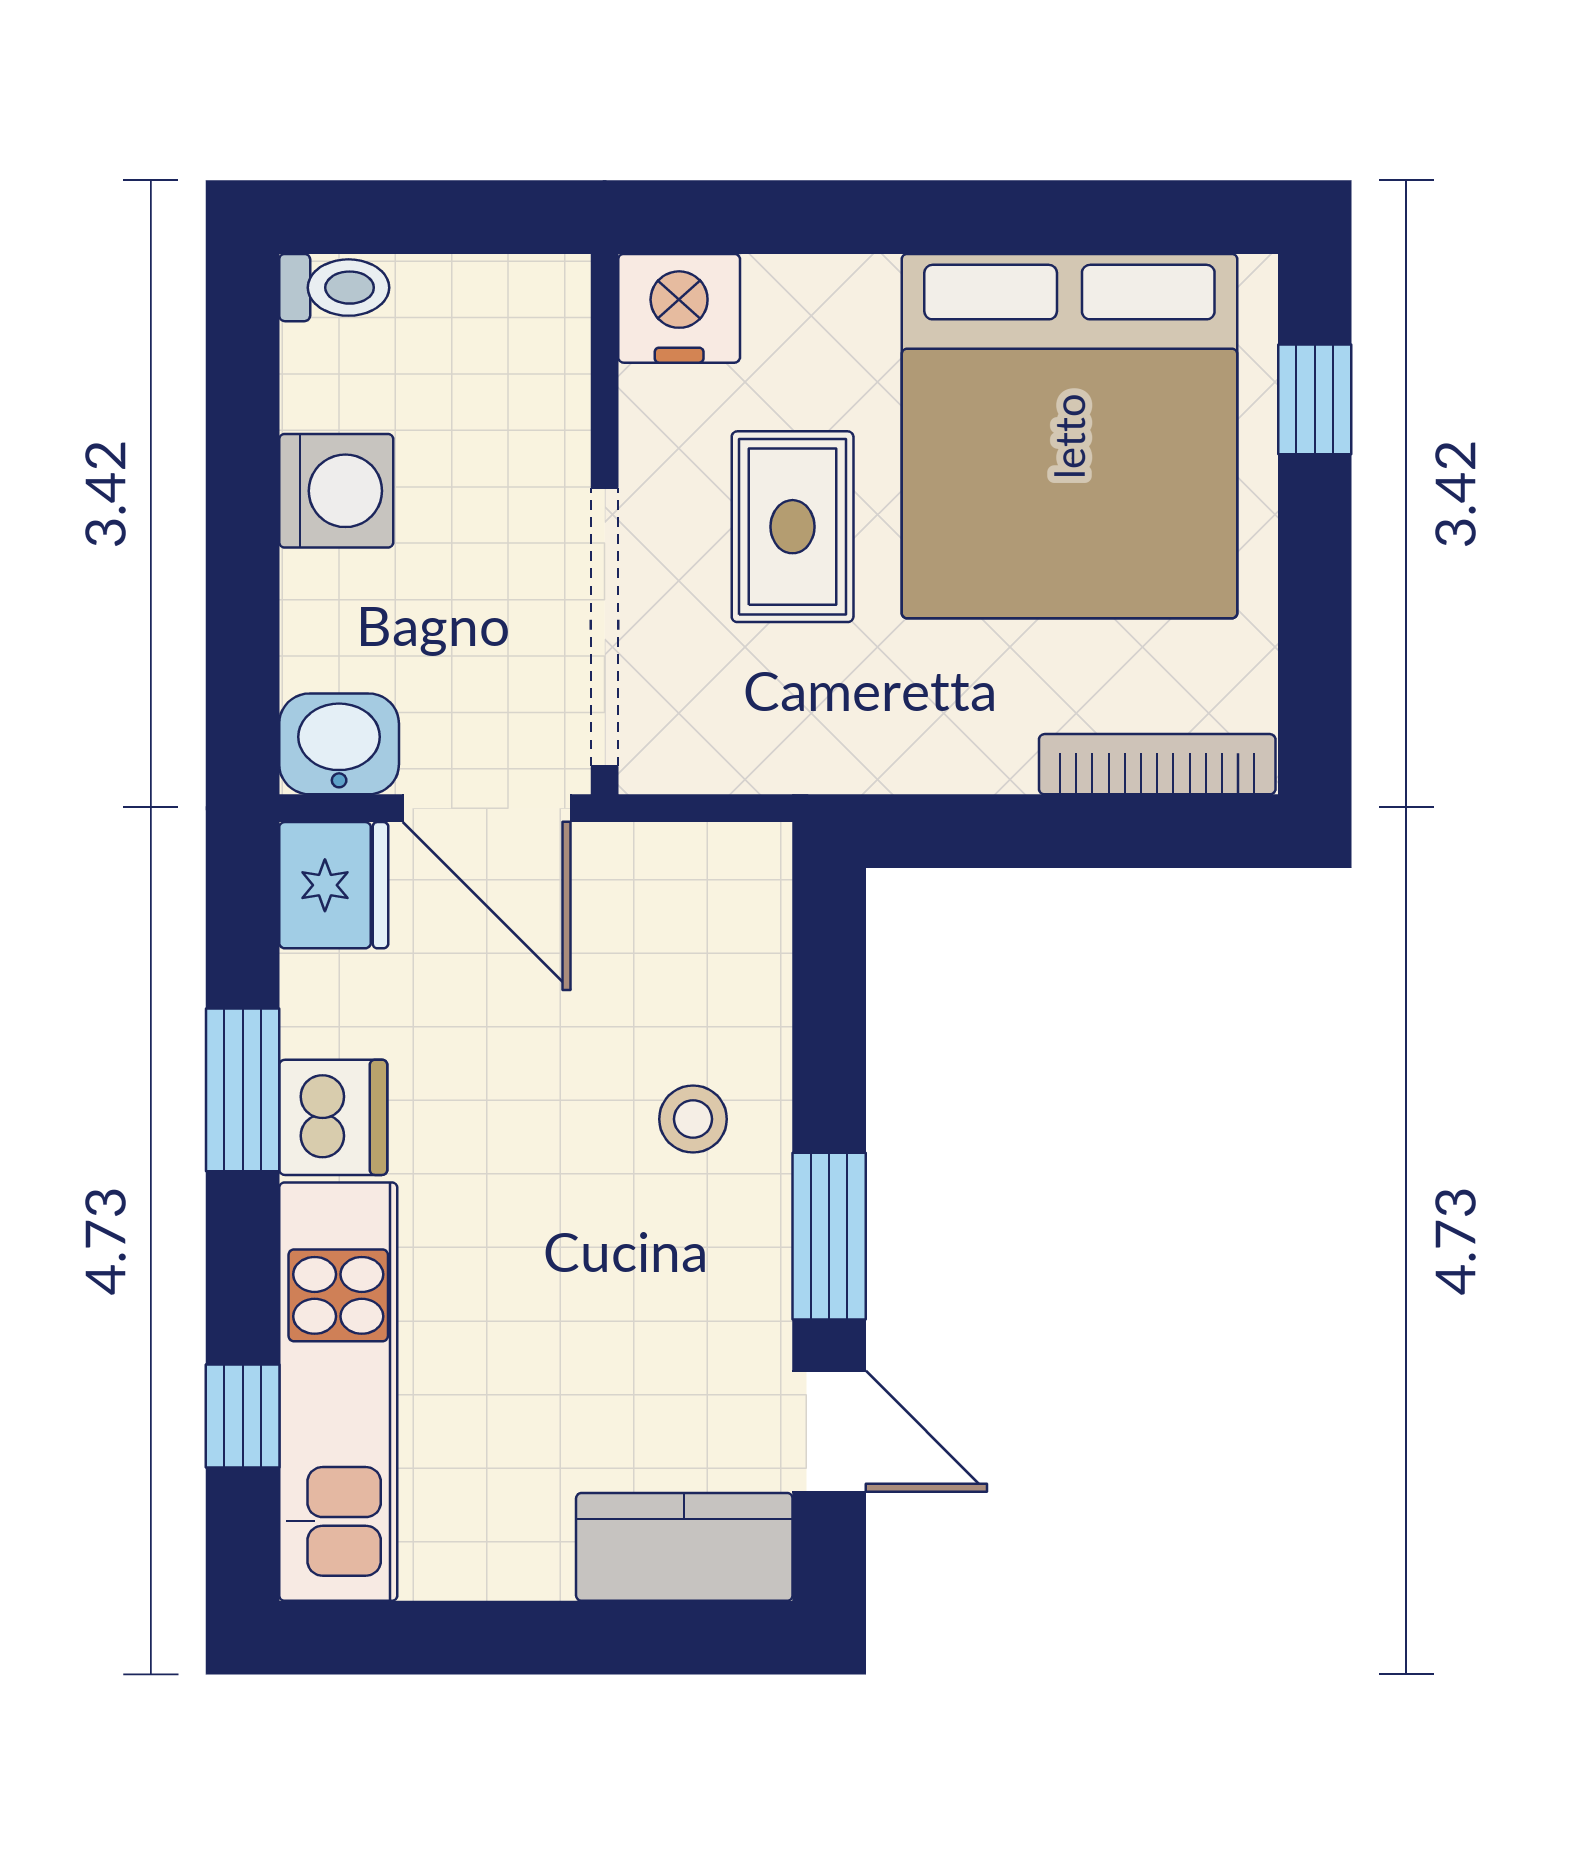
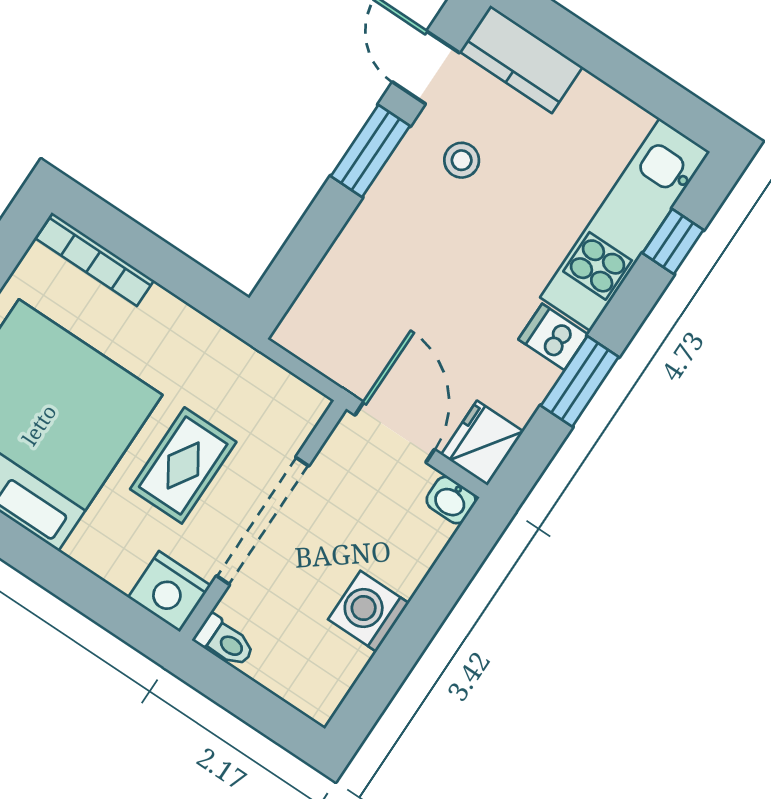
toilet: (334, 288) -> (225, 641), moved, turned 180
doorway: (605, 627) -> (263, 521), moved
washbasin: (339, 744) -> (451, 500), width x0.72, depth x0.69
dishwasher: (333, 1117) -> (553, 337), width x0.73
stool: (693, 1119) -> (462, 160), moved

